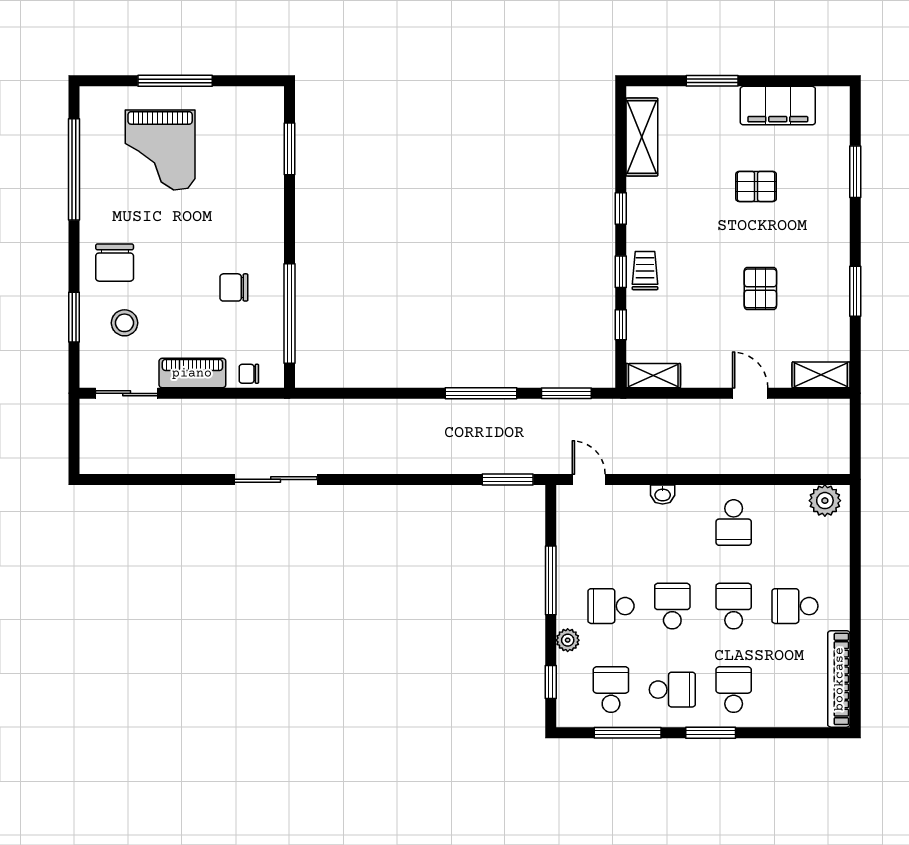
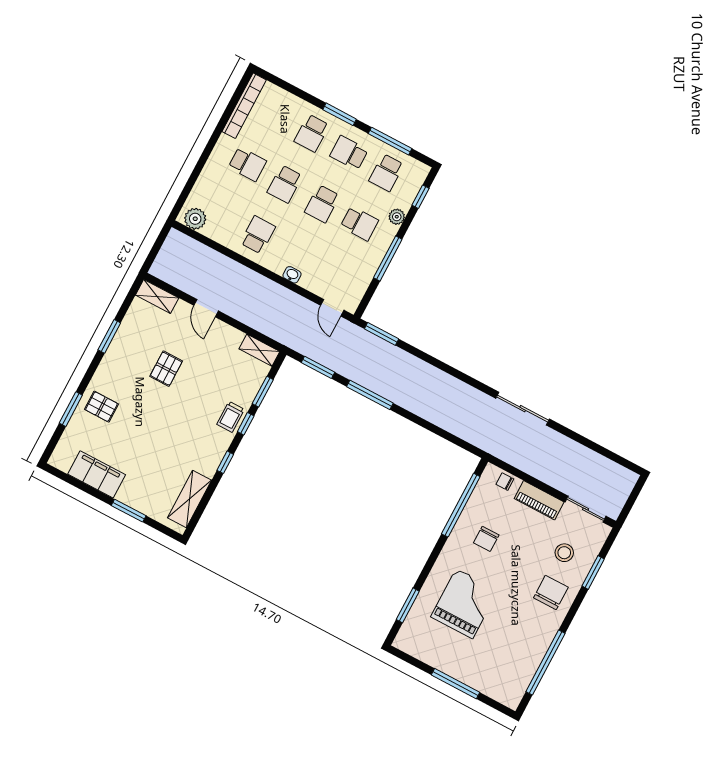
grand piano: (160, 150) -> (464, 604), moved
pallet: (756, 186) -> (101, 407), moved
chair: (234, 287) -> (486, 539), turned 90
window: (621, 325) -> (263, 392), width x1.50
chair: (249, 374) -> (505, 482), turned 180

